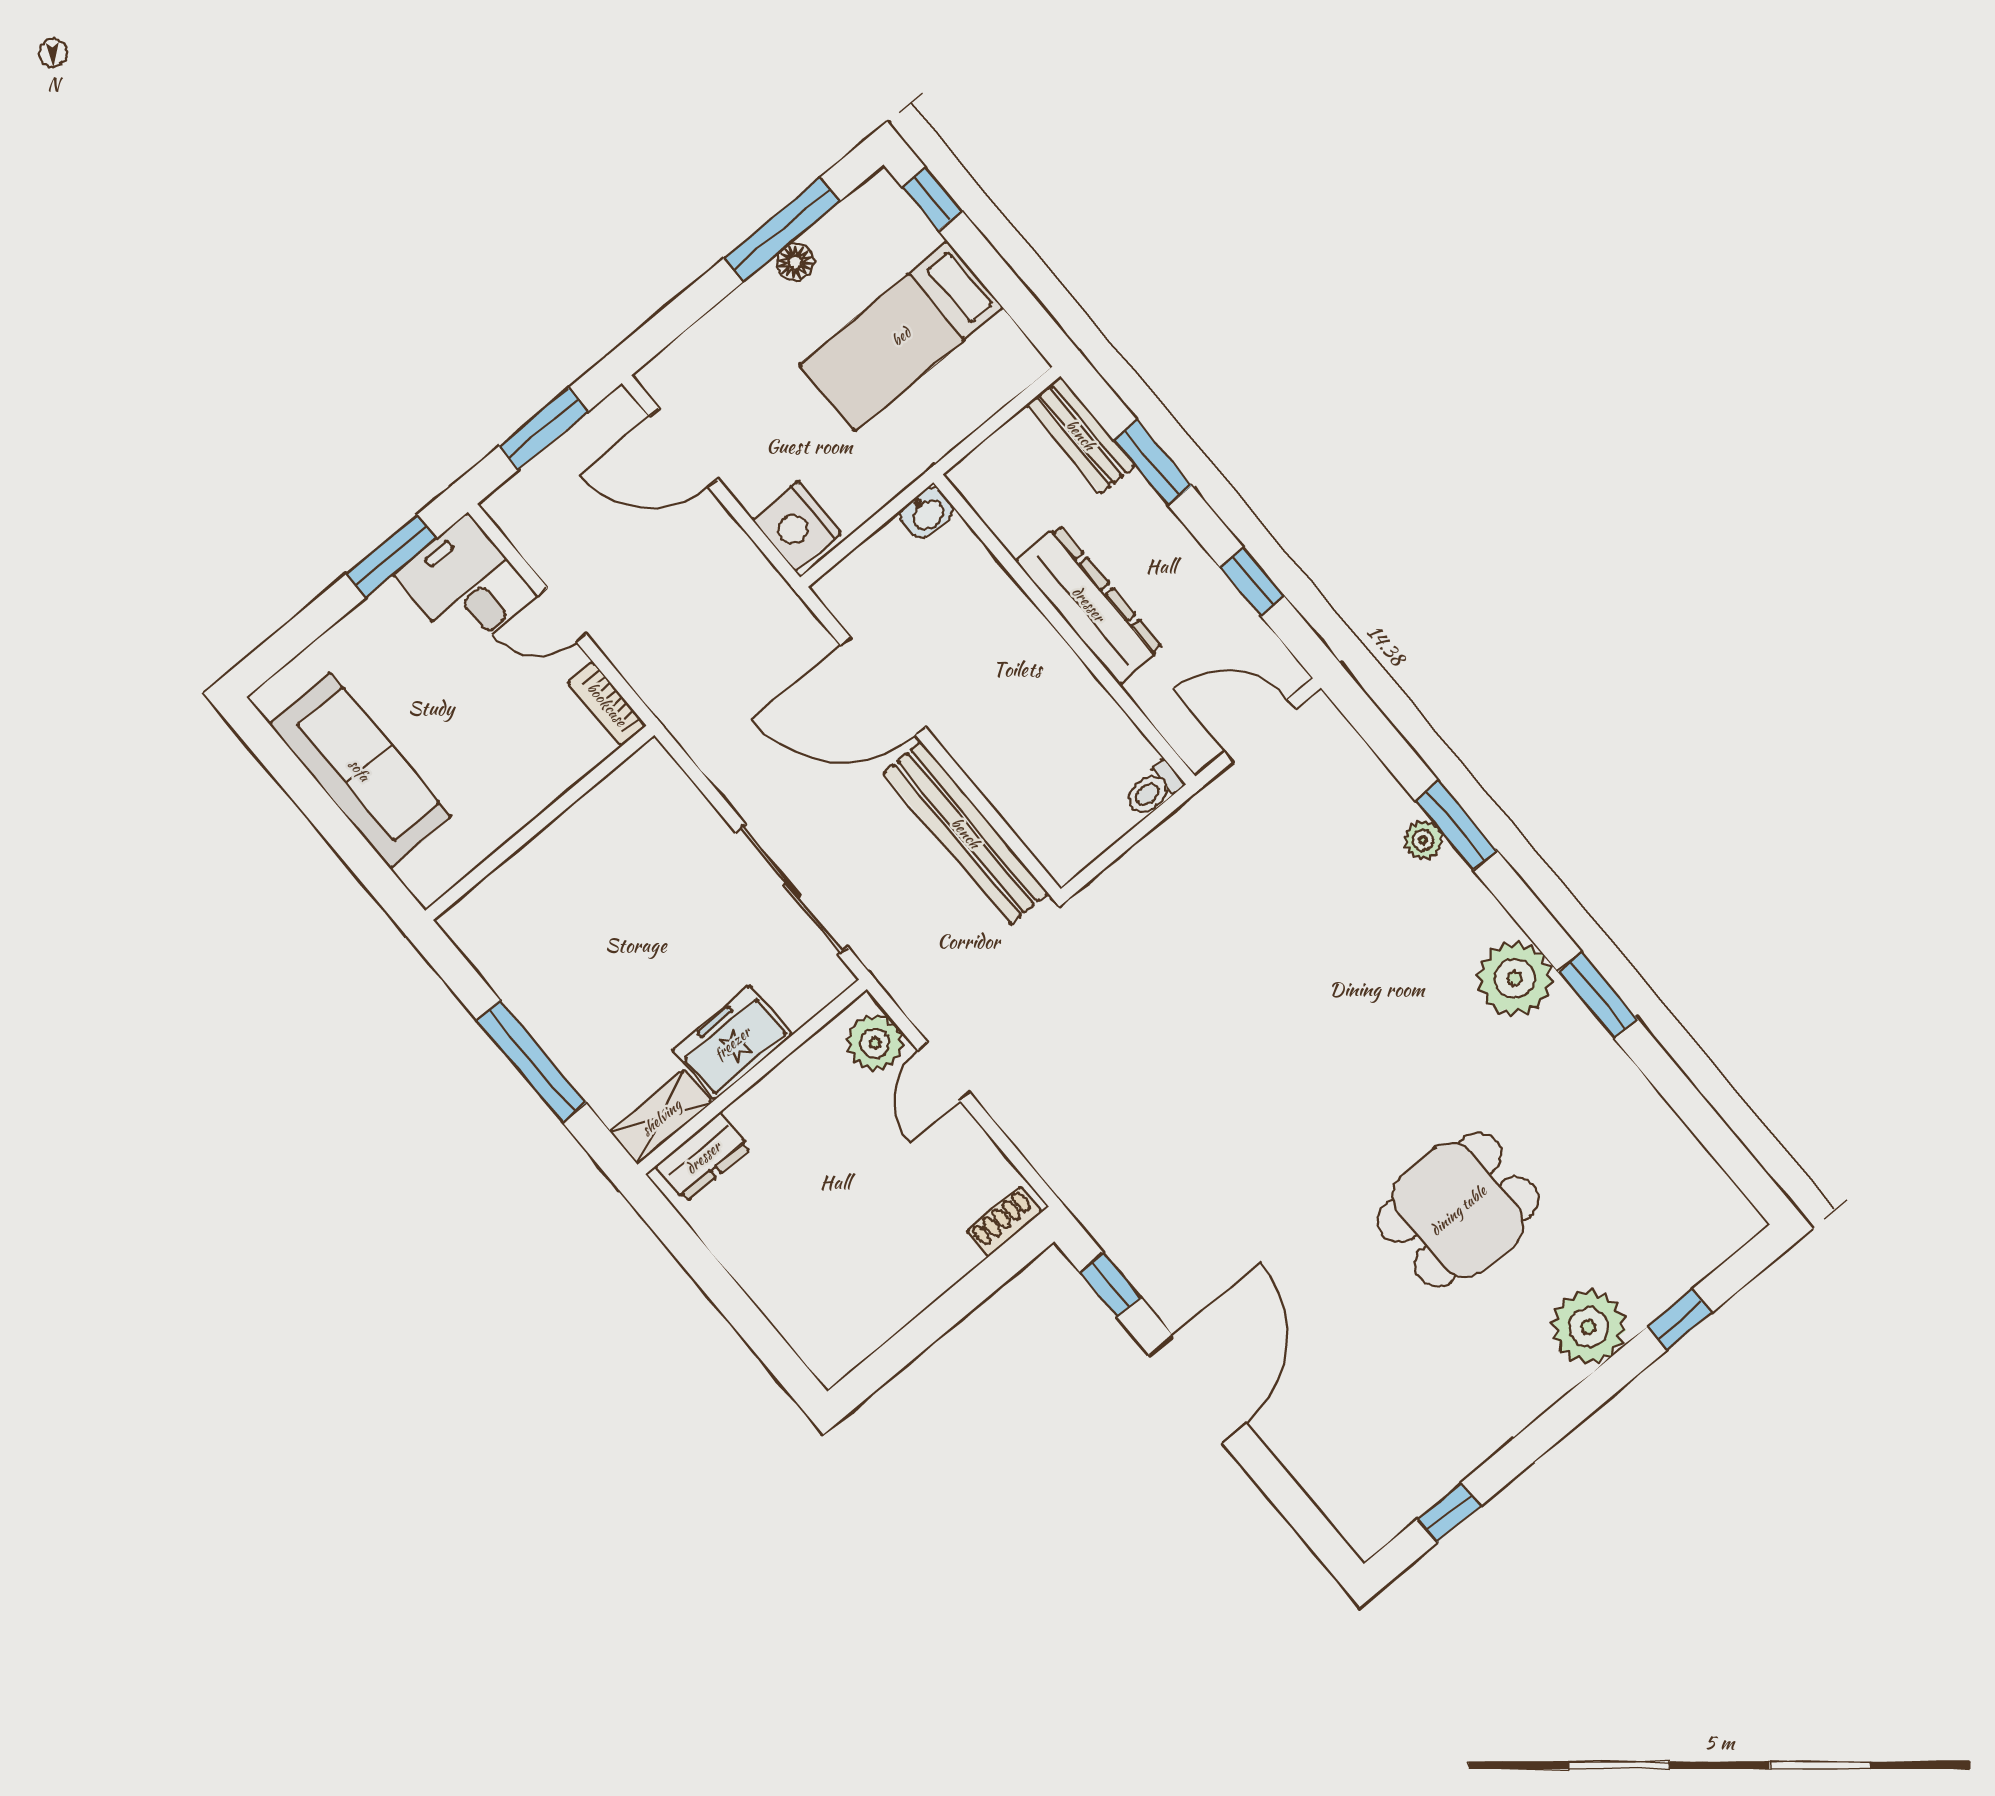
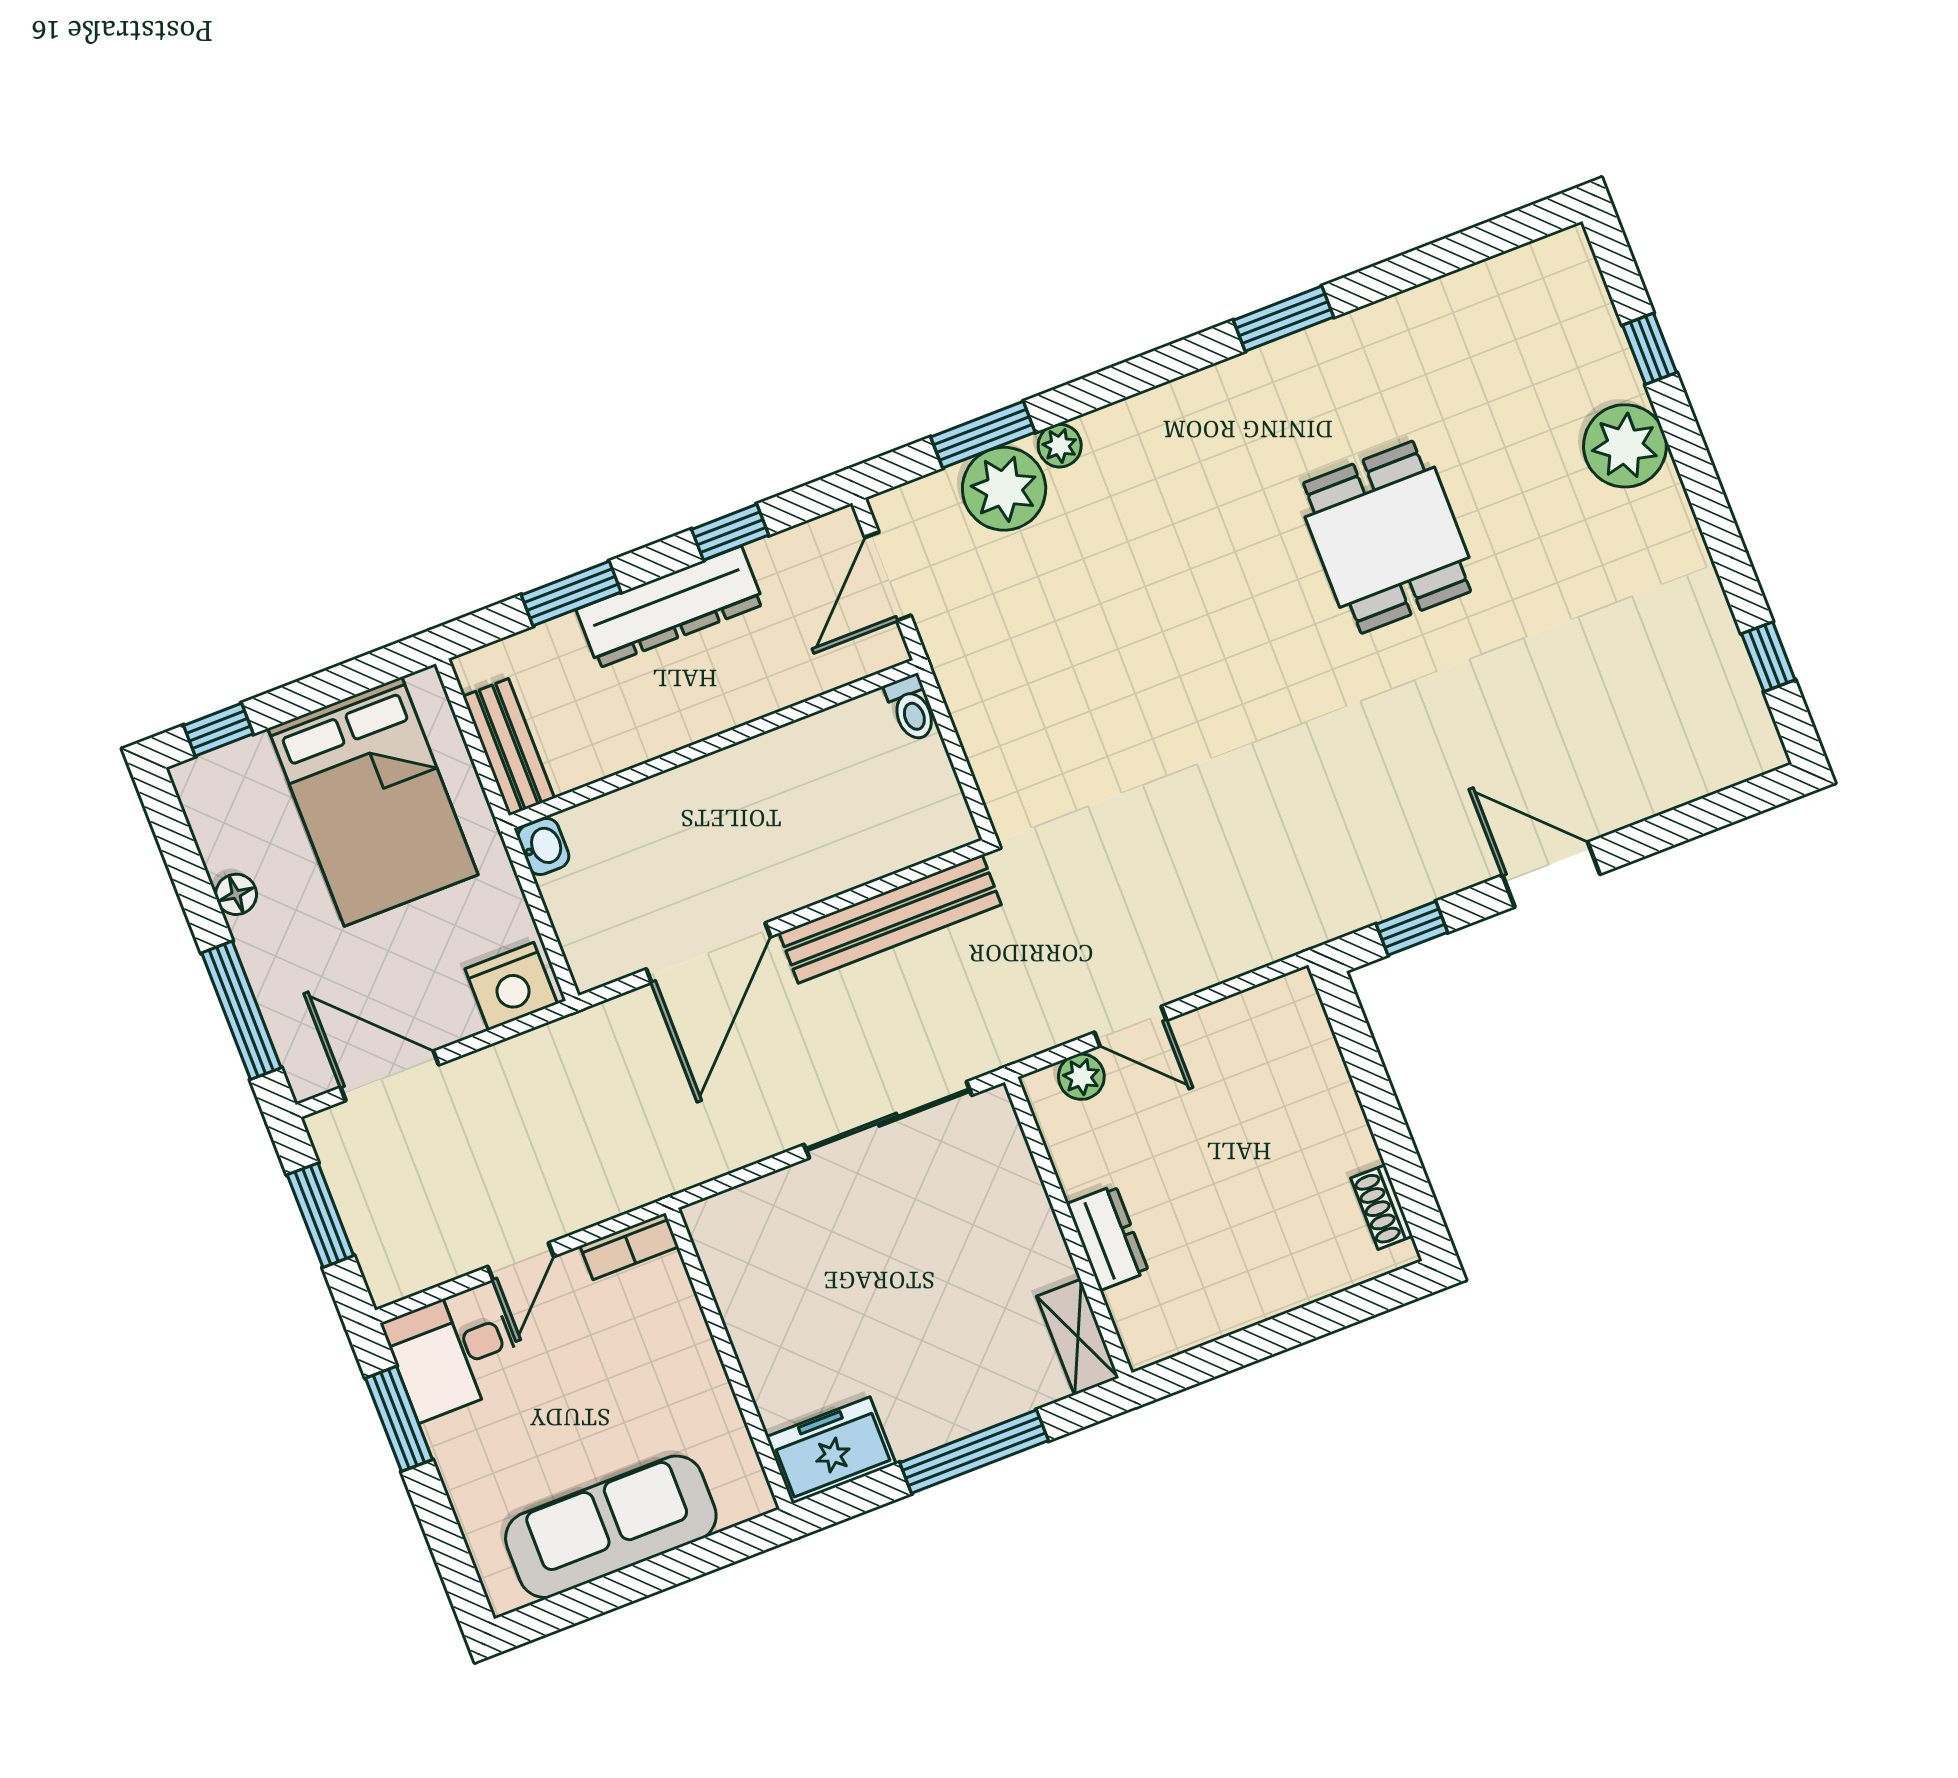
window: (782, 230) -> (241, 1010), moved
bed: (901, 336) -> (373, 802), width x1.50
bench: (1081, 435) -> (509, 747), moved, turned 90
door: (684, 448) -> (390, 1076), swing flipped
dresser: (1089, 604) -> (670, 607), moved, turned 180
window: (1456, 825) -> (983, 435), moved
plant: (1515, 979) -> (1004, 489), moved
freezer: (732, 1043) -> (831, 1450), moved, turned 90
plant: (875, 1043) -> (1081, 1077), width x0.73, depth x0.73
dresser: (703, 1157) -> (1108, 1238), moved
dining table: (1458, 1210) -> (1387, 537), moved
shoe rack: (1004, 1222) -> (1382, 1207), moved
door: (1198, 1389) -> (1551, 875), width x0.73

